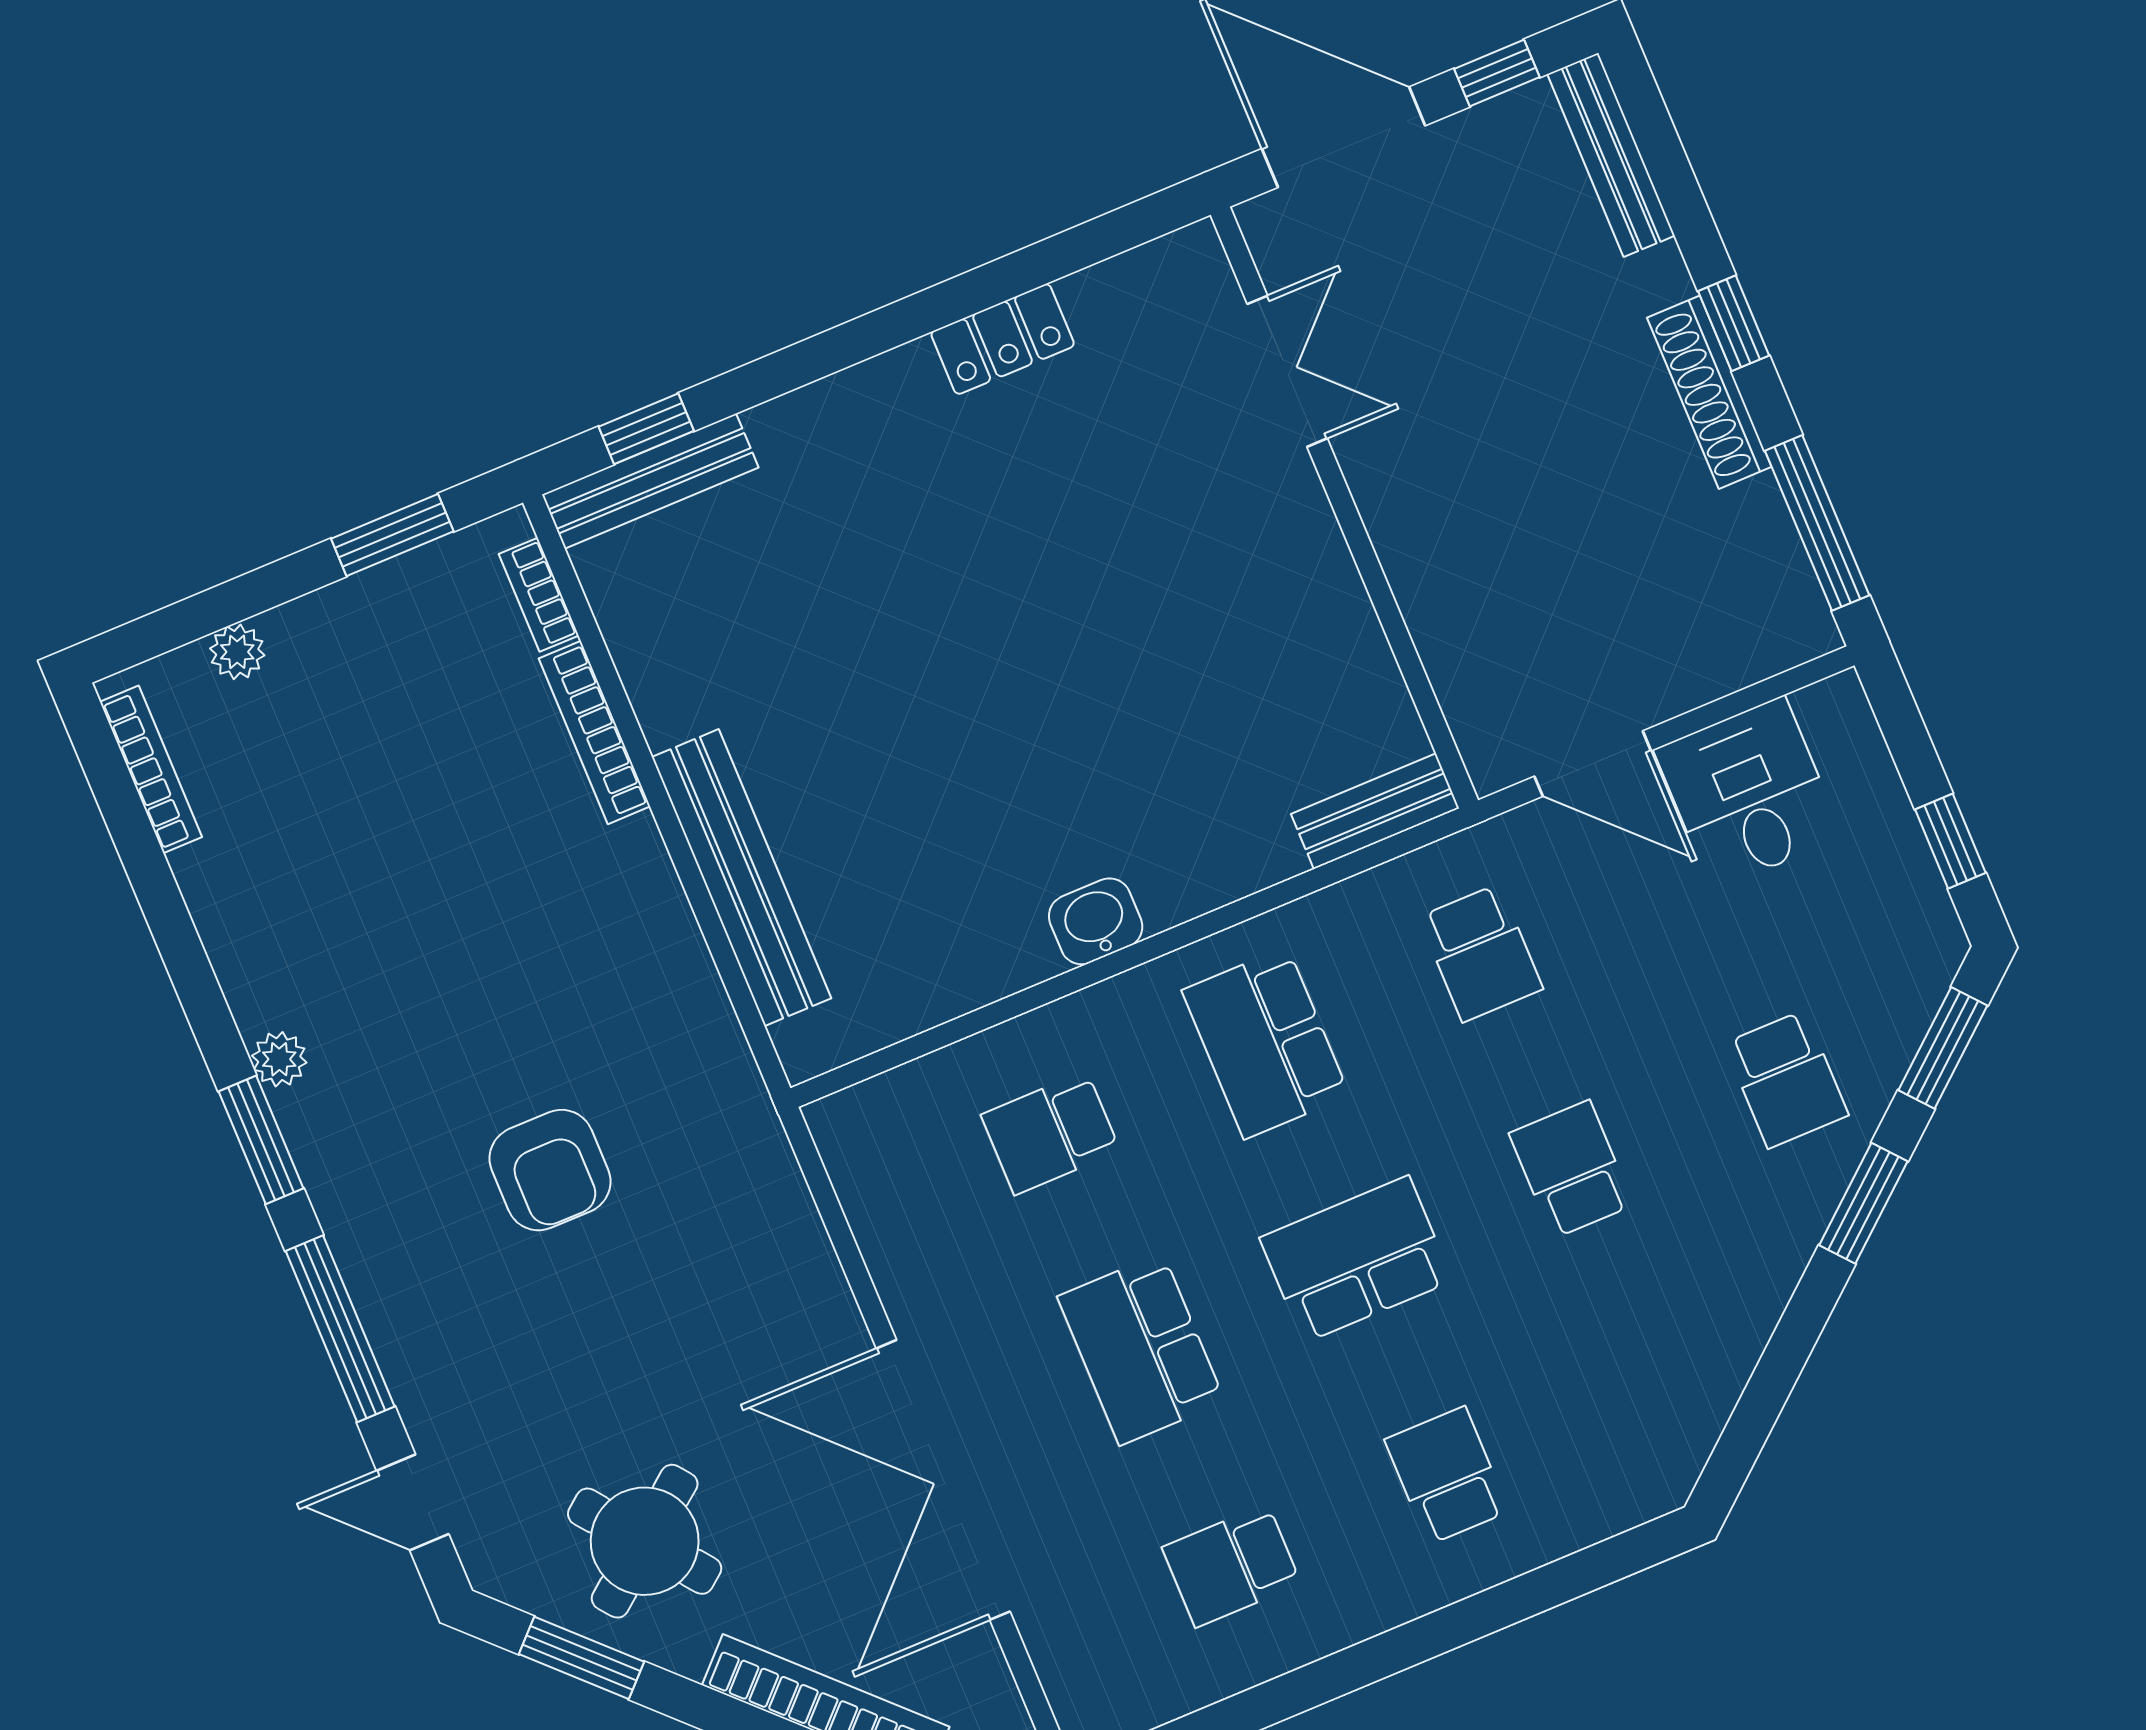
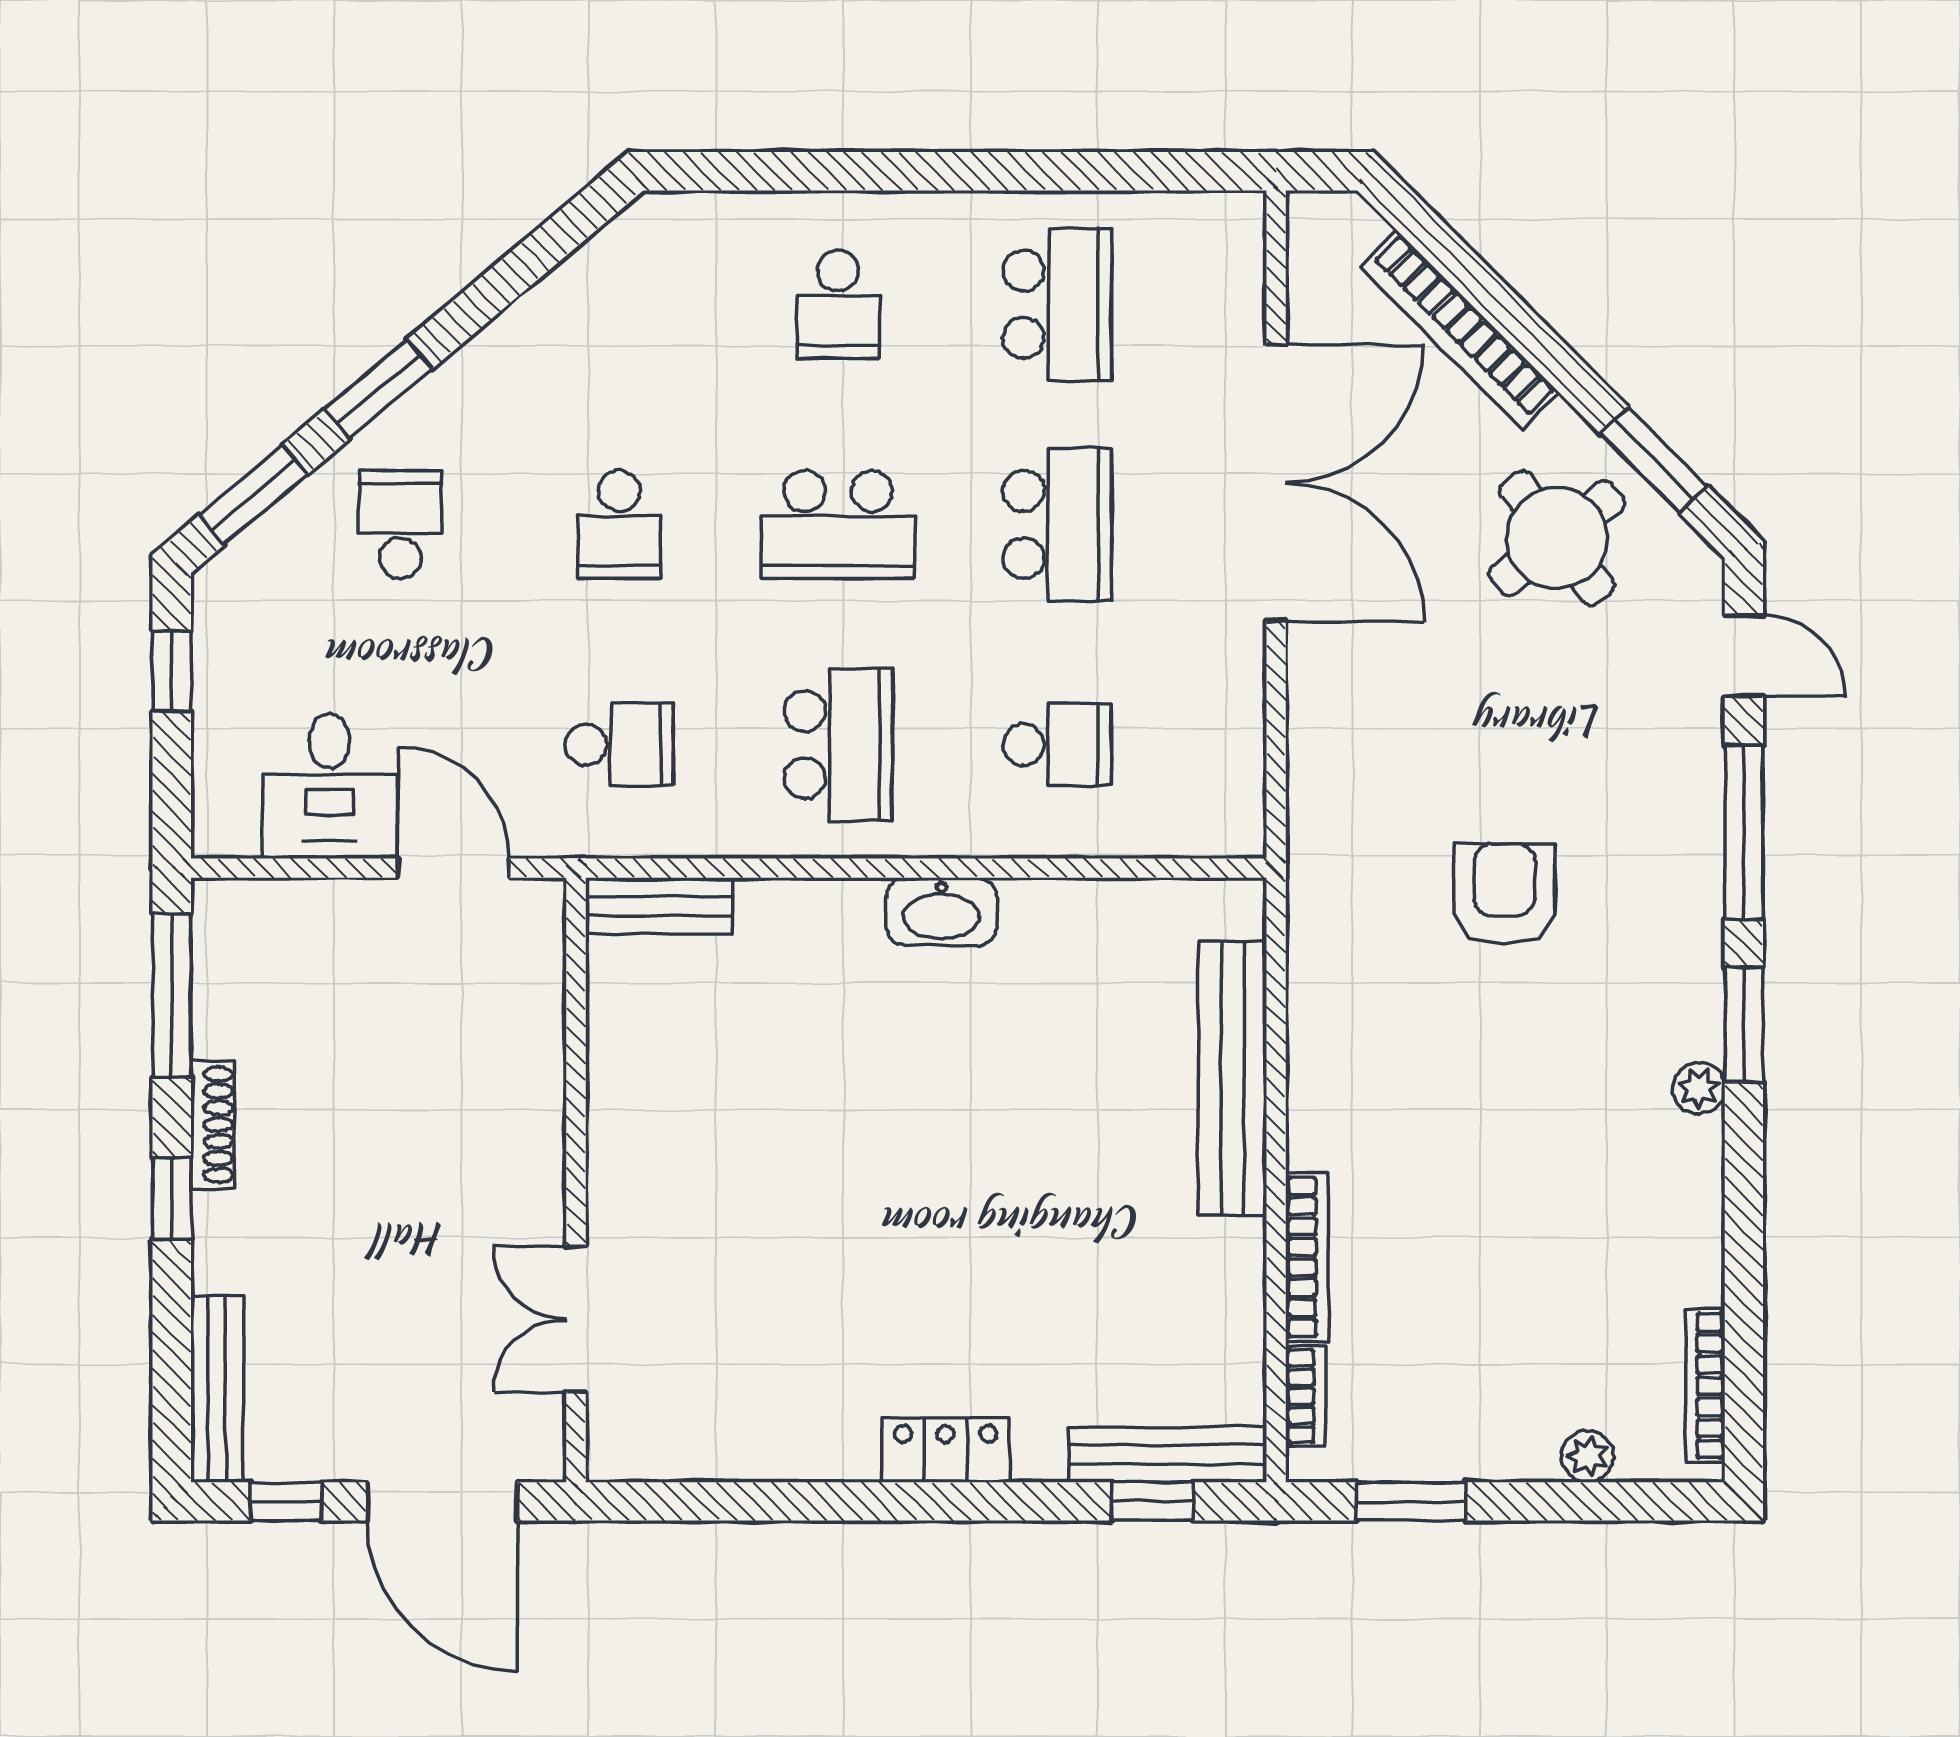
locker: (1003, 339) -> (946, 1450), moved
shoe rack: (1709, 392) -> (213, 1125), width x0.74, depth x0.81
washbasin: (1096, 921) -> (941, 912), width x1.38
school desk: (1481, 953) -> (619, 745), turned 90
school desk: (1232, 1566) -> (1057, 304), width x1.85

